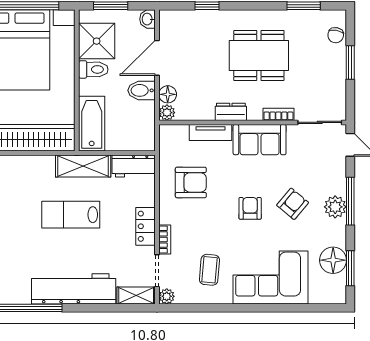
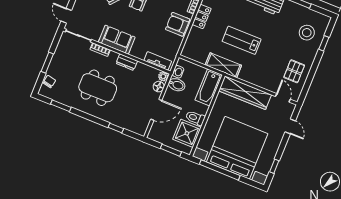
washbasin: (148, 19) -> (178, 72), moved
bidet: (142, 90) -> (177, 85), moved
tv unit: (211, 132) -> (158, 61), moved
workbench: (134, 166) -> (195, 54), removed
armchair: (191, 182) -> (178, 24), moved
lab bench: (71, 215) -> (242, 40), turned 180

